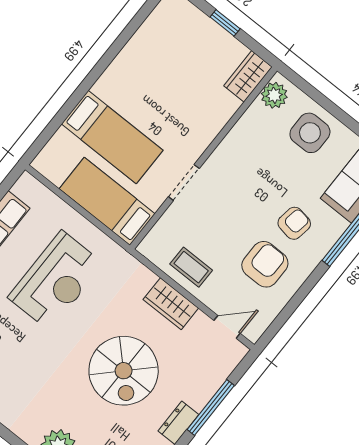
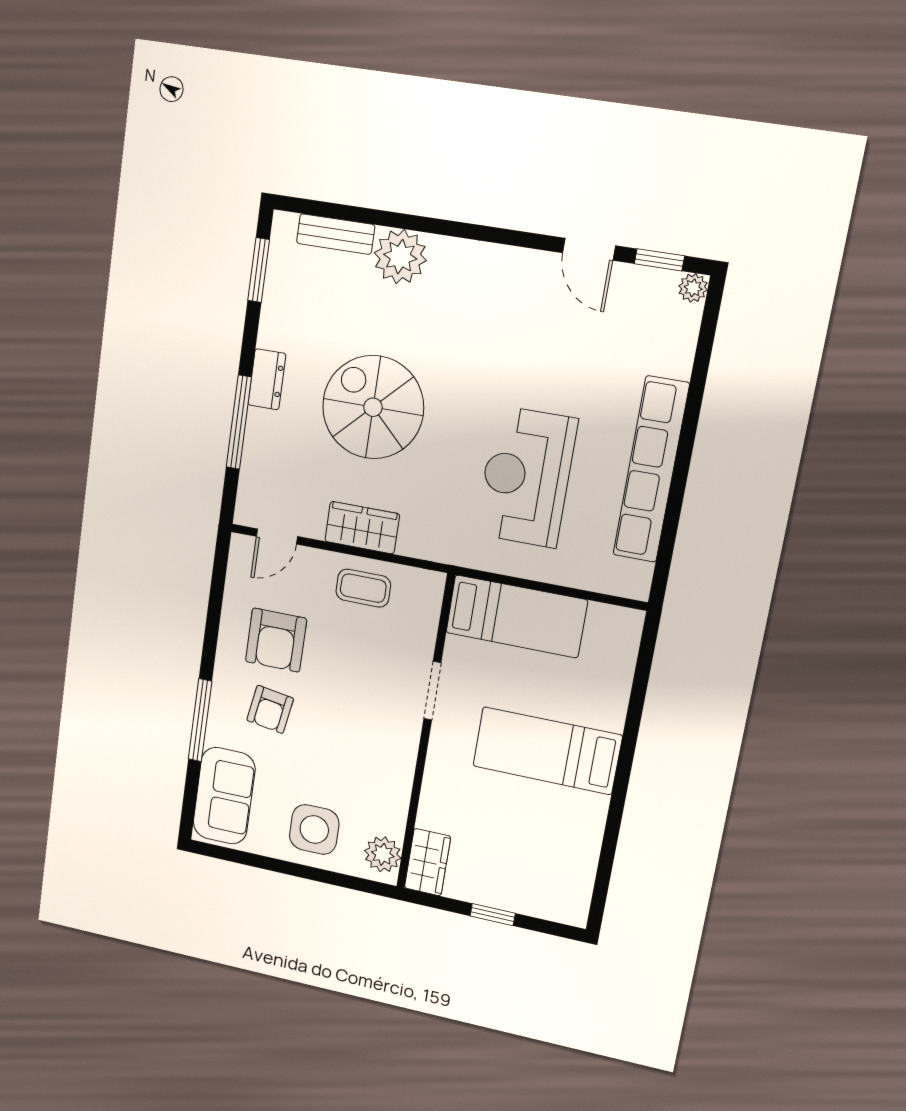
bed: (112, 137) -> (547, 751), moved

